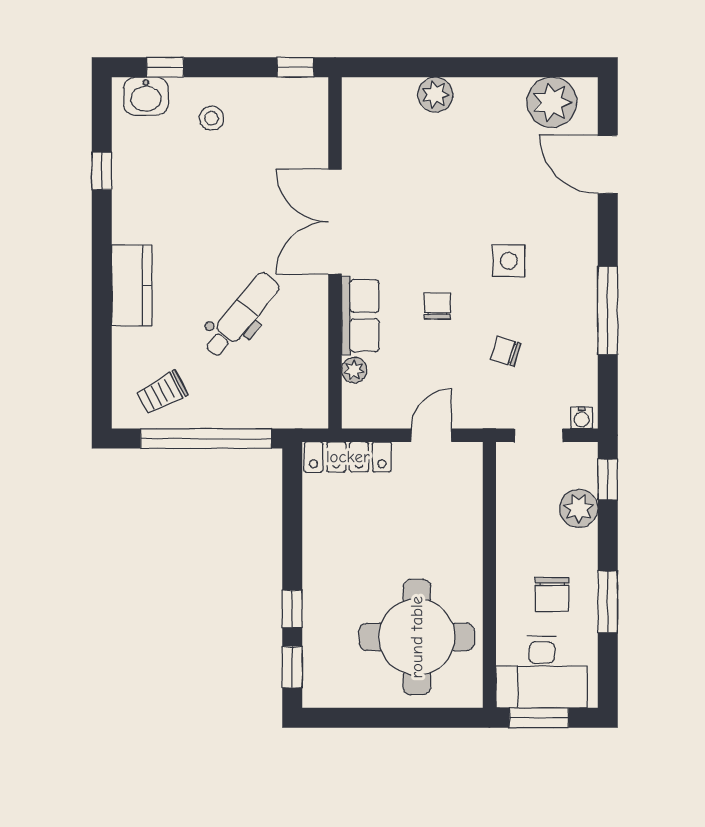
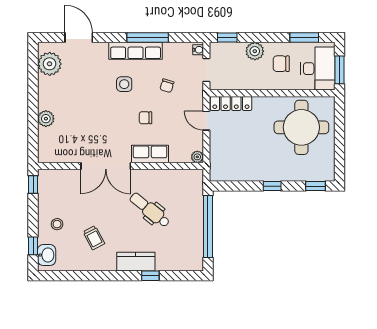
door: (608, 164) -> (79, 38), swing flipped
window: (102, 171) -> (150, 276), moved
row of seats: (579, 285) -> (136, 51), added
plant: (354, 370) -> (197, 157), moved
trolley: (162, 393) -> (94, 238), moved
locker: (348, 457) -> (231, 103), moved, turned 90
plant: (579, 508) -> (255, 51), moved
chair: (552, 594) -> (281, 64), turned 180
window: (608, 602) -> (304, 38), moved
window: (292, 609) -> (272, 186), moved

